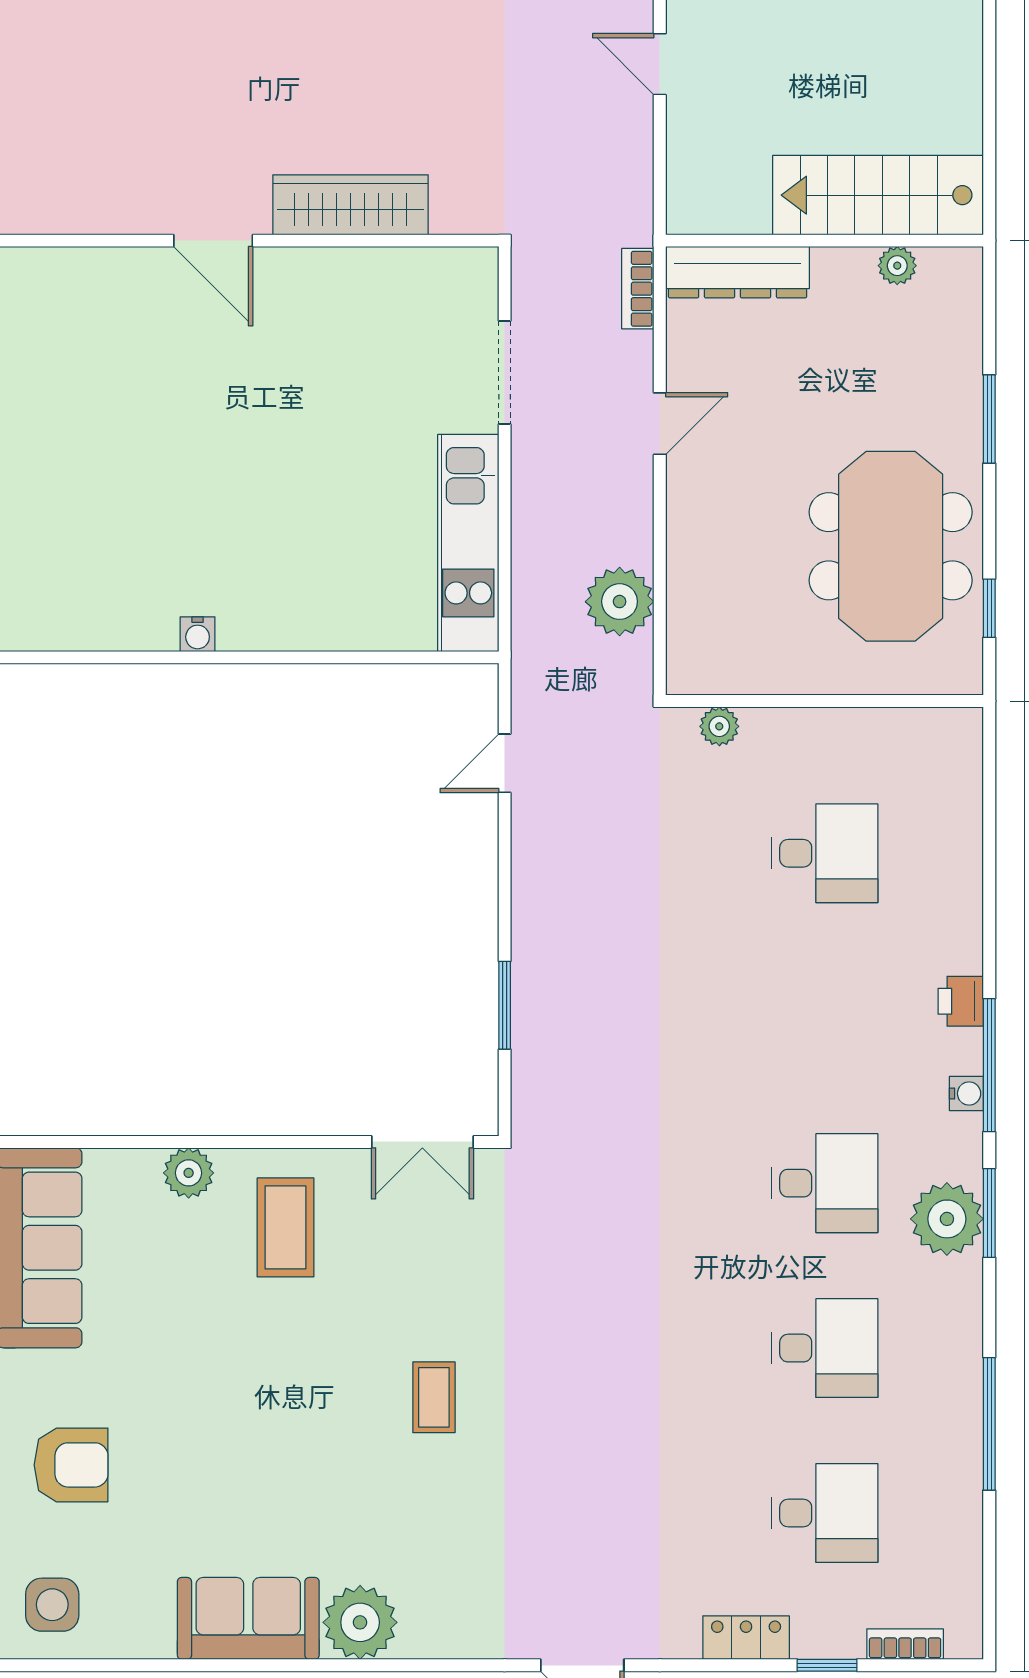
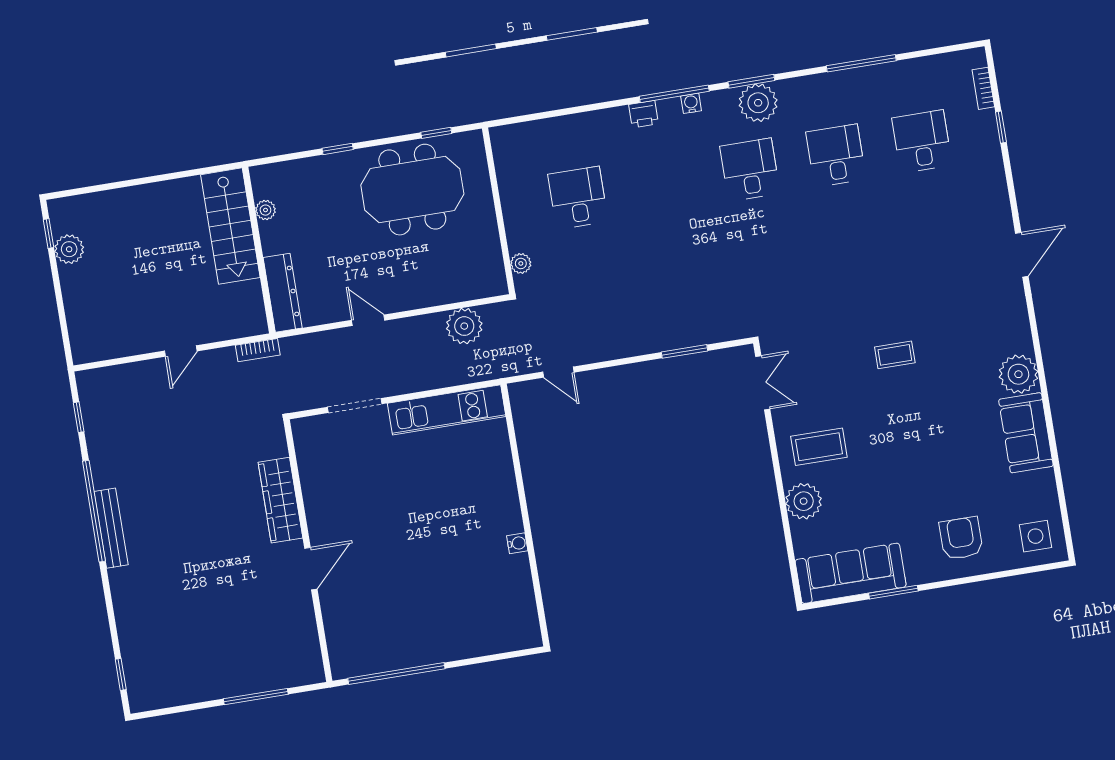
bookcase: (638, 289) -> (258, 350), moved
window: (989, 419) -> (338, 149), width x0.67
plant: (189, 1173) -> (804, 501), width x1.36, depth x1.36
locker: (746, 1638) -> (993, 172), removed

